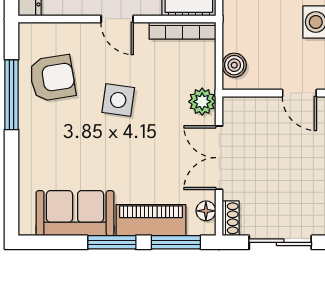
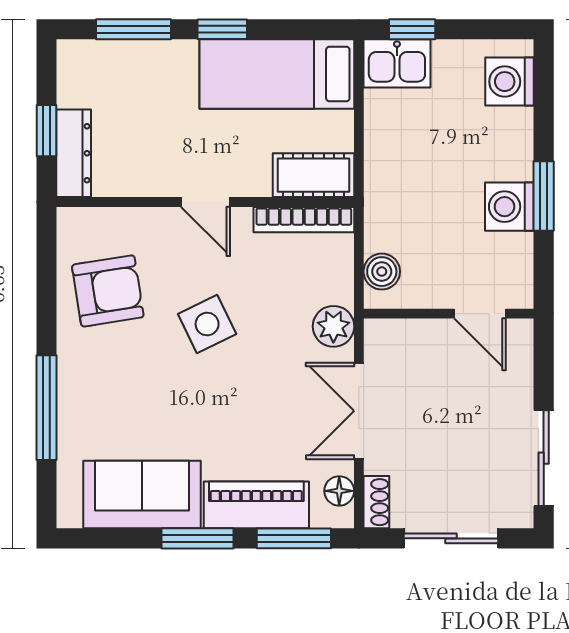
window: (12, 95) -> (46, 408), moved
side table: (118, 100) -> (207, 324), turned -34

